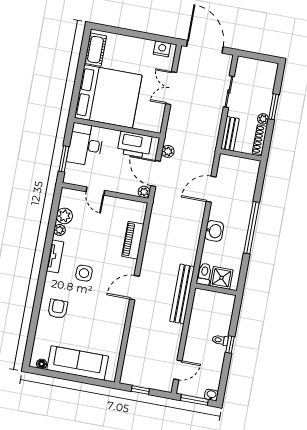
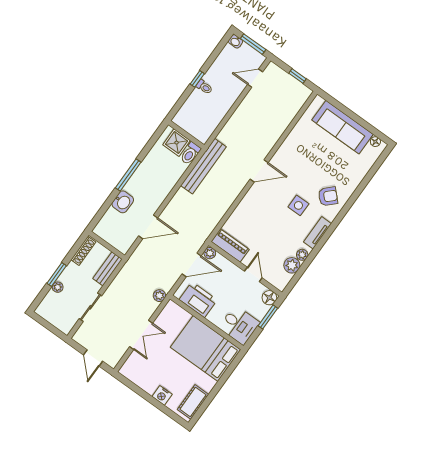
door: (205, 47) -> (93, 358), width x0.53
nightstand: (162, 49) -> (162, 395), moved
bed: (108, 96) -> (206, 349), width x0.73
plant: (263, 119) -> (58, 287), moved
desk: (86, 145) -> (239, 325), width x0.73
plant: (168, 151) -> (159, 296), moved
door: (155, 173) -> (192, 265), hinge flipped
floor lamp: (71, 177) -> (269, 298), added
window: (251, 228) -> (128, 175), width x0.68
washbasin: (214, 231) -> (123, 202), moved, turned 180
piano: (133, 240) -> (230, 245), moved, turned -90
bench: (182, 294) -> (203, 166), moved
armchair: (58, 309) -> (328, 196), moved, turned -135

